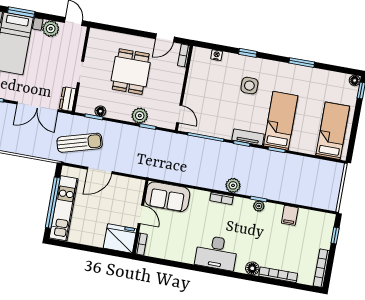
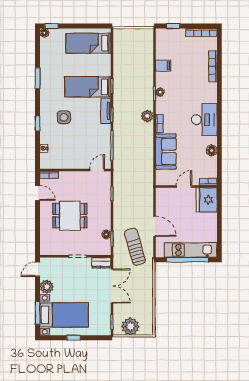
plant: (140, 116) -> (104, 202), removed
sofa: (167, 197) -> (166, 151), moved
floor lamp: (252, 268) -> (212, 150), moved

